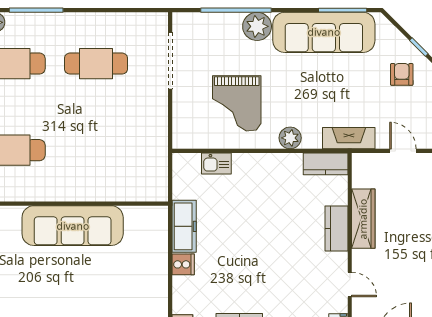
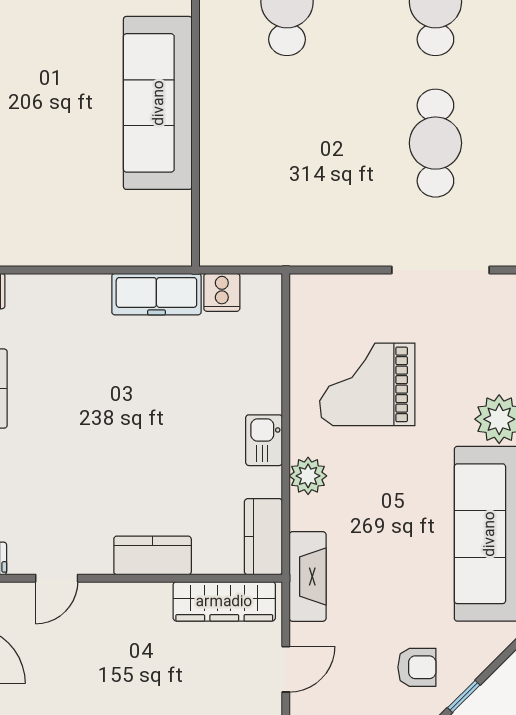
kitchen sink: (216, 164) -> (264, 440), moved
wardrobe: (363, 219) -> (224, 601), moved
cooker: (183, 264) -> (222, 292), moved

